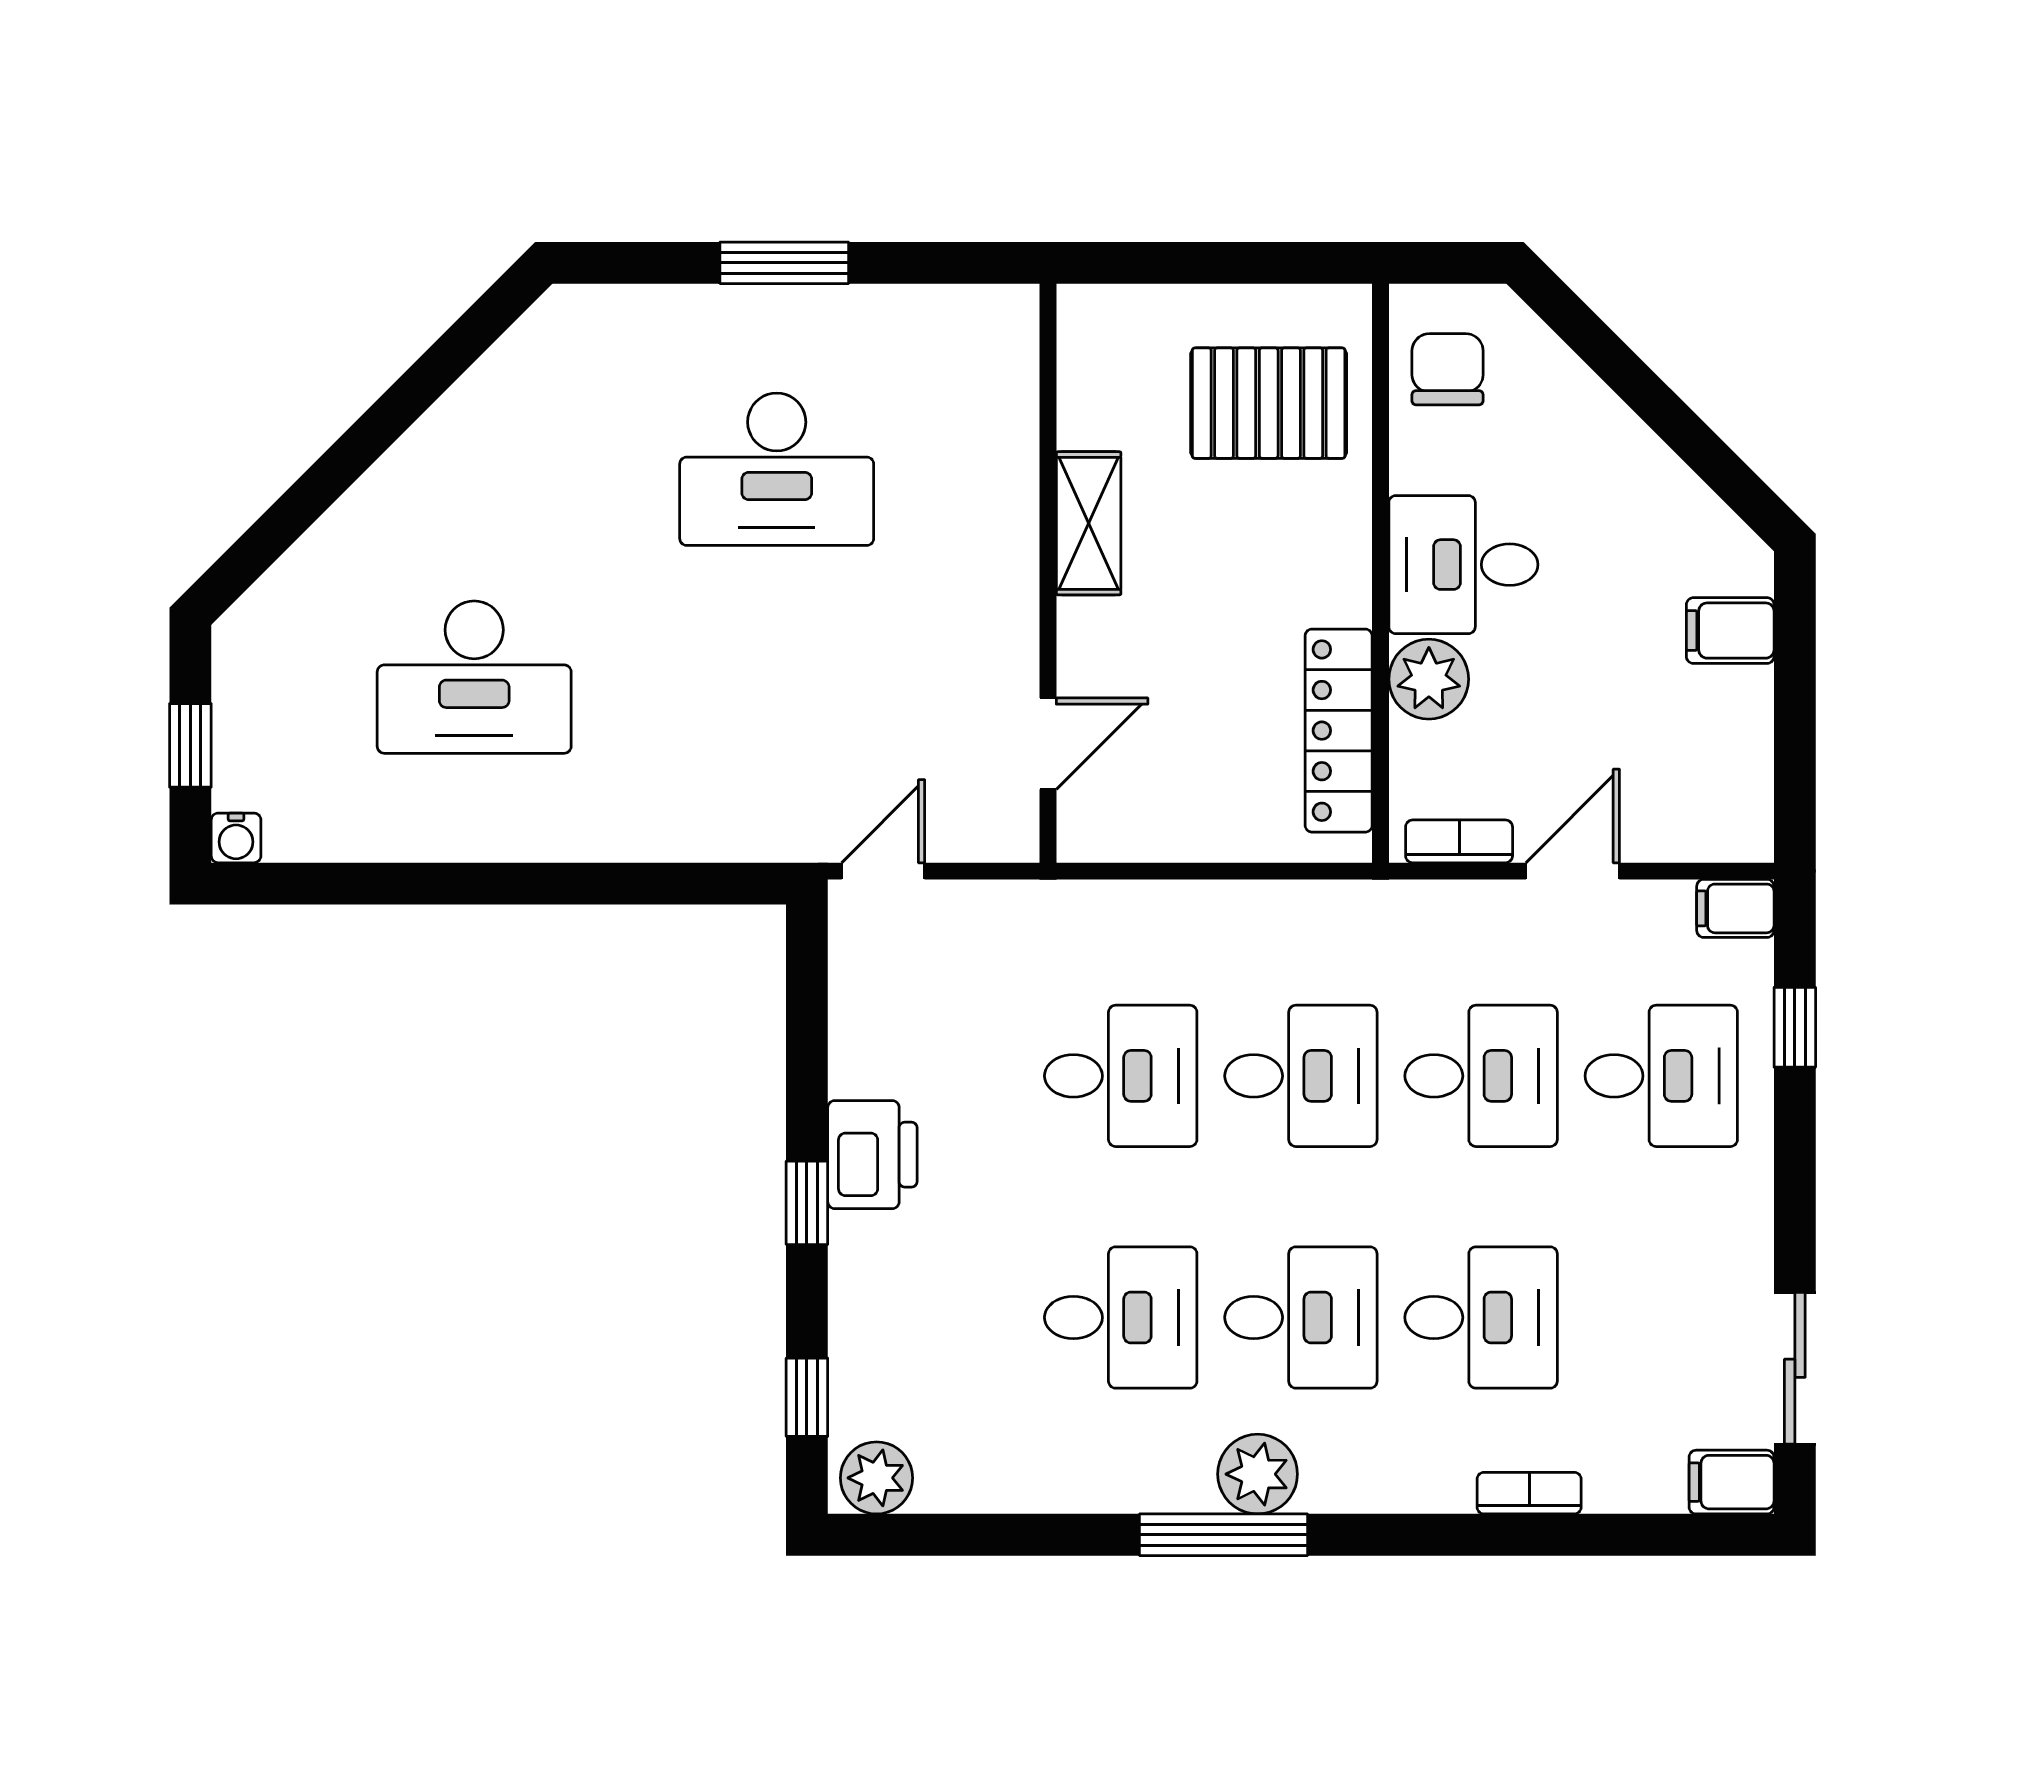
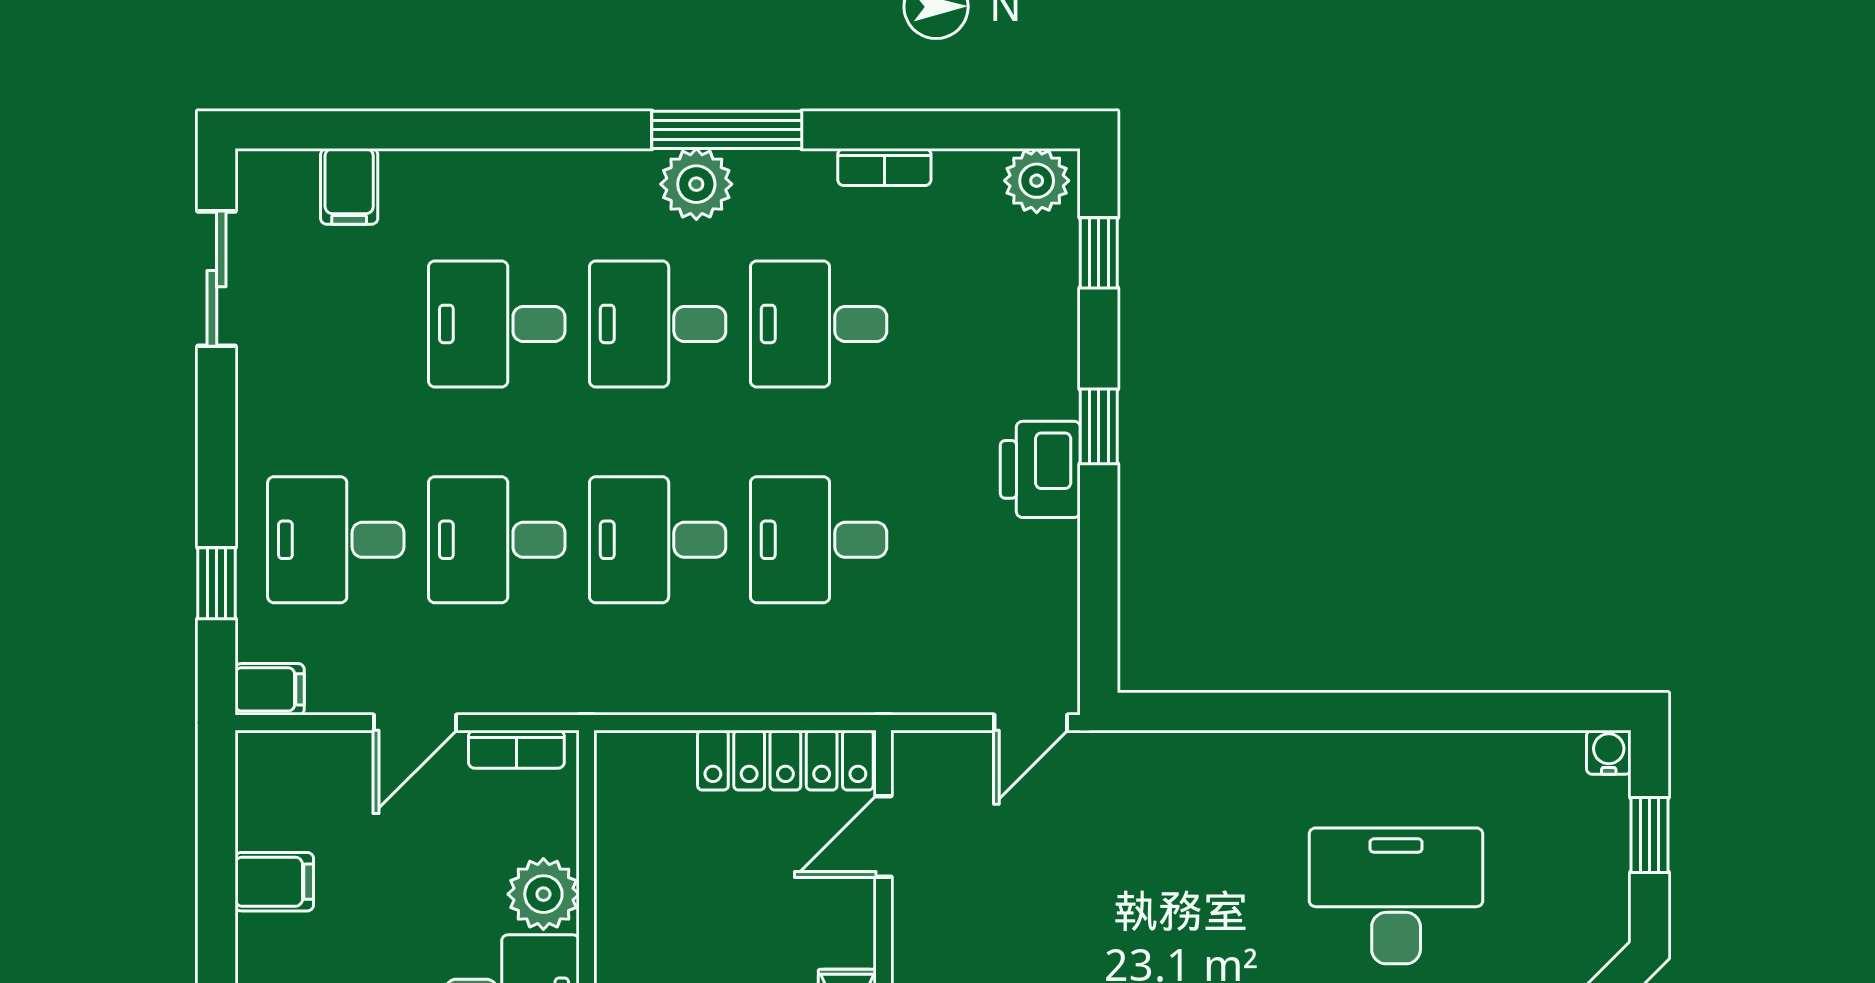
filing cabinet: (1730, 631) -> (274, 882), moved
locker: (1339, 731) -> (785, 760), moved, turned 90
filing cabinet: (1732, 1482) -> (349, 186), moved, turned 90
bookcase: (1529, 1493) -> (884, 167), moved

